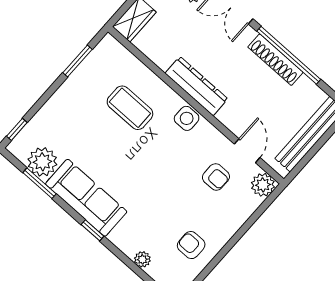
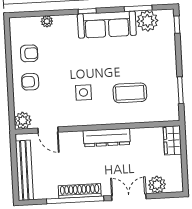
side table: (187, 118) -> (83, 92), moved
armchair: (216, 177) -> (30, 82), moved

